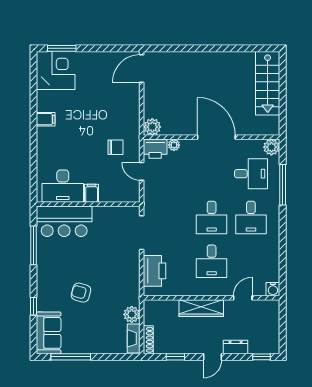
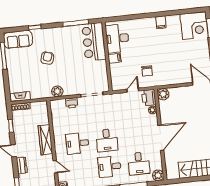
desk: (212, 217) -> (107, 140), turned -90
printer: (155, 271) -> (72, 103), width x0.53, depth x0.68
plant: (132, 314) -> (57, 91), moved

